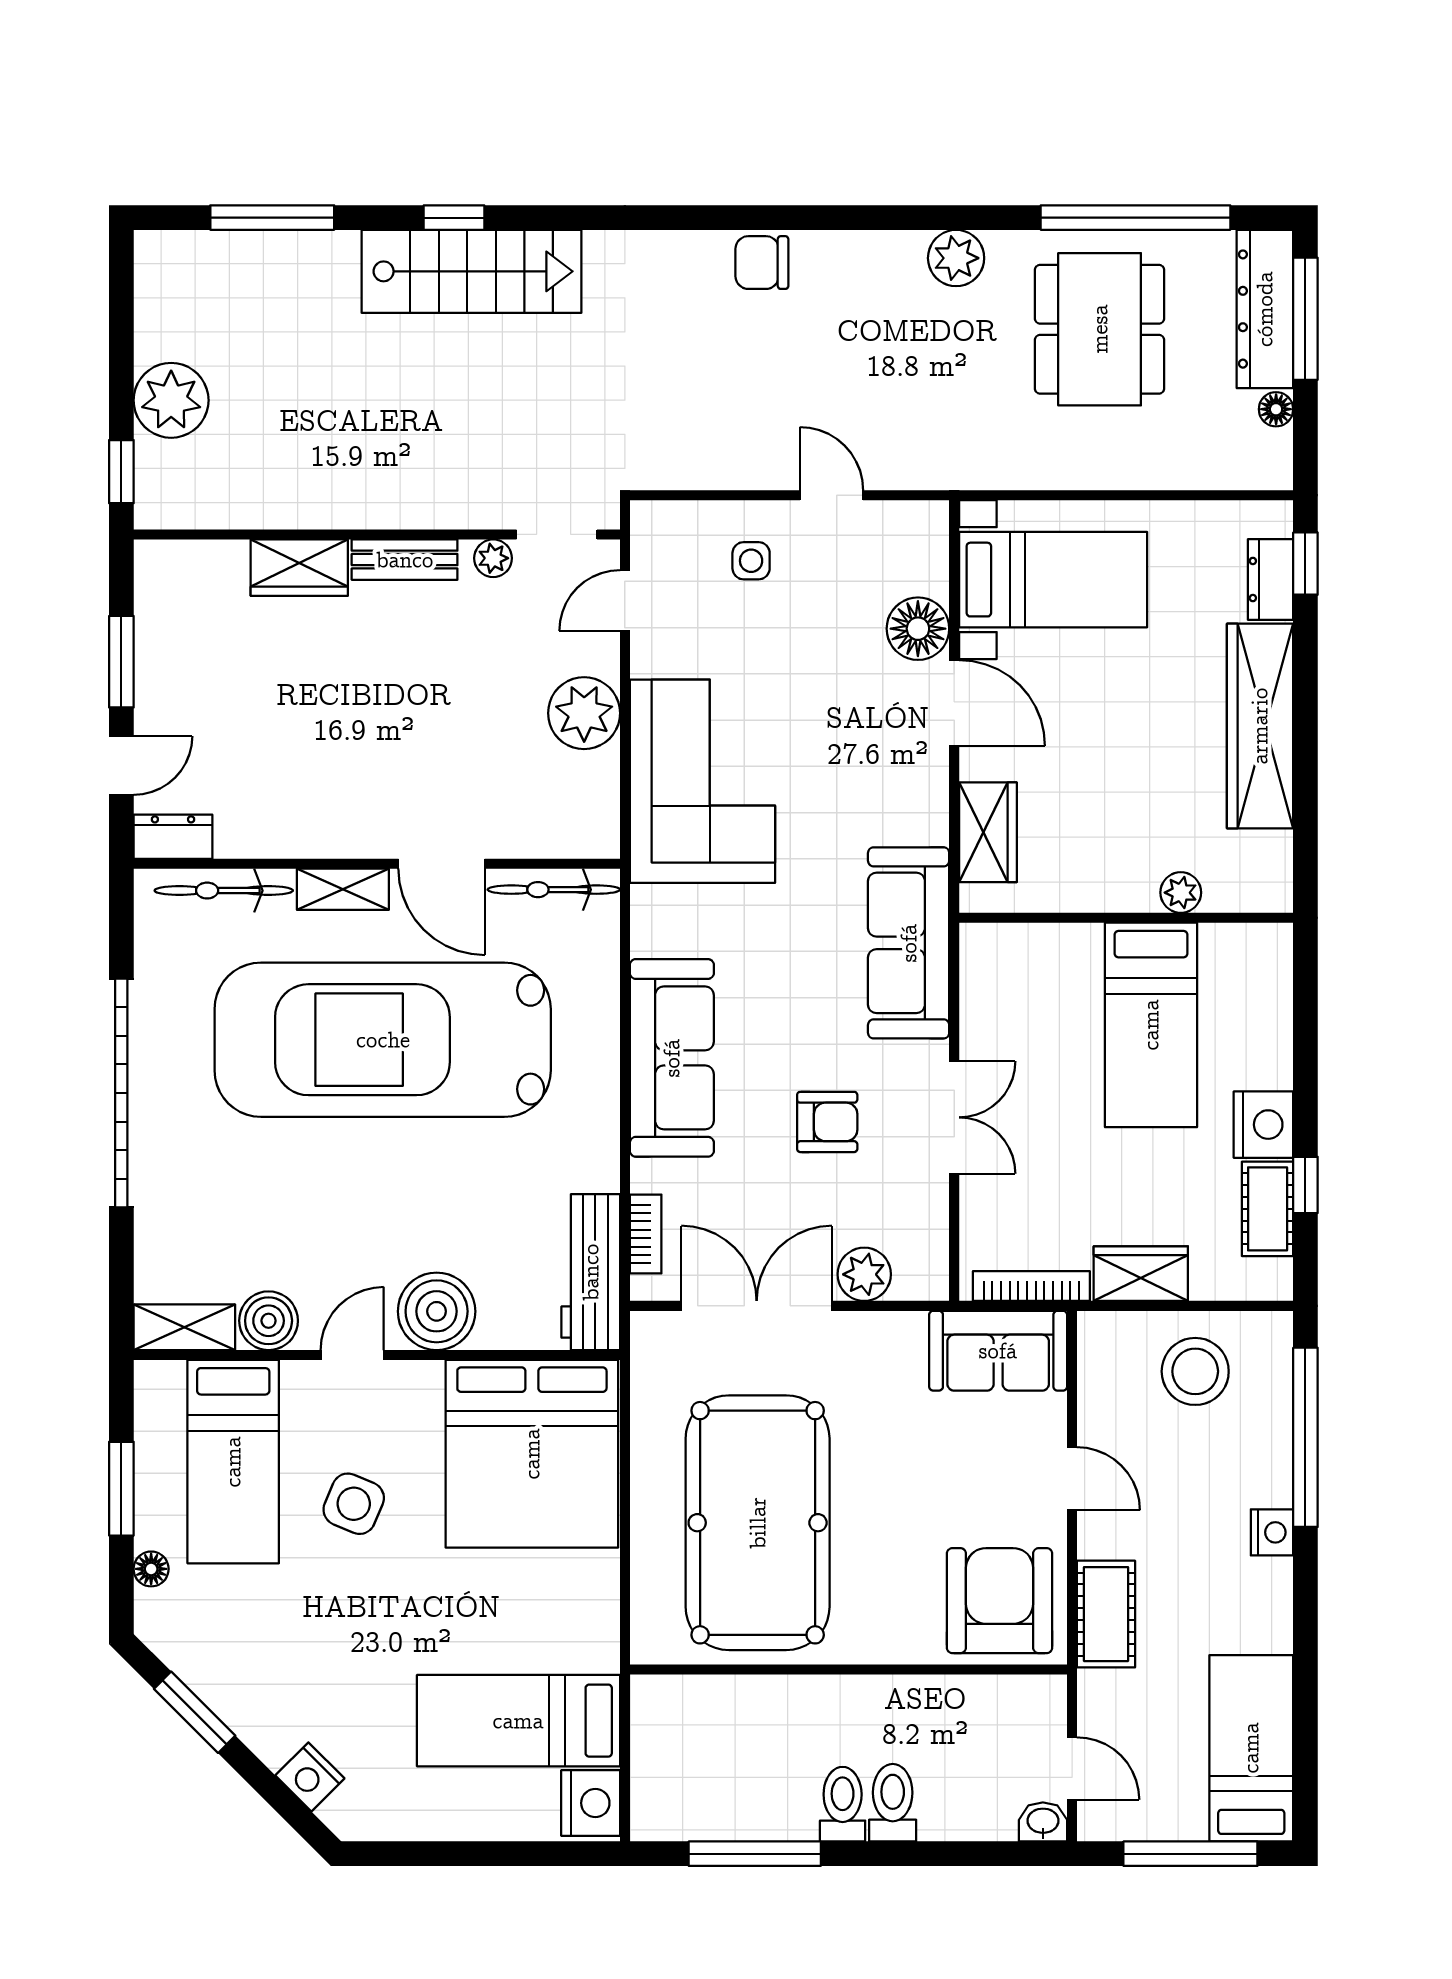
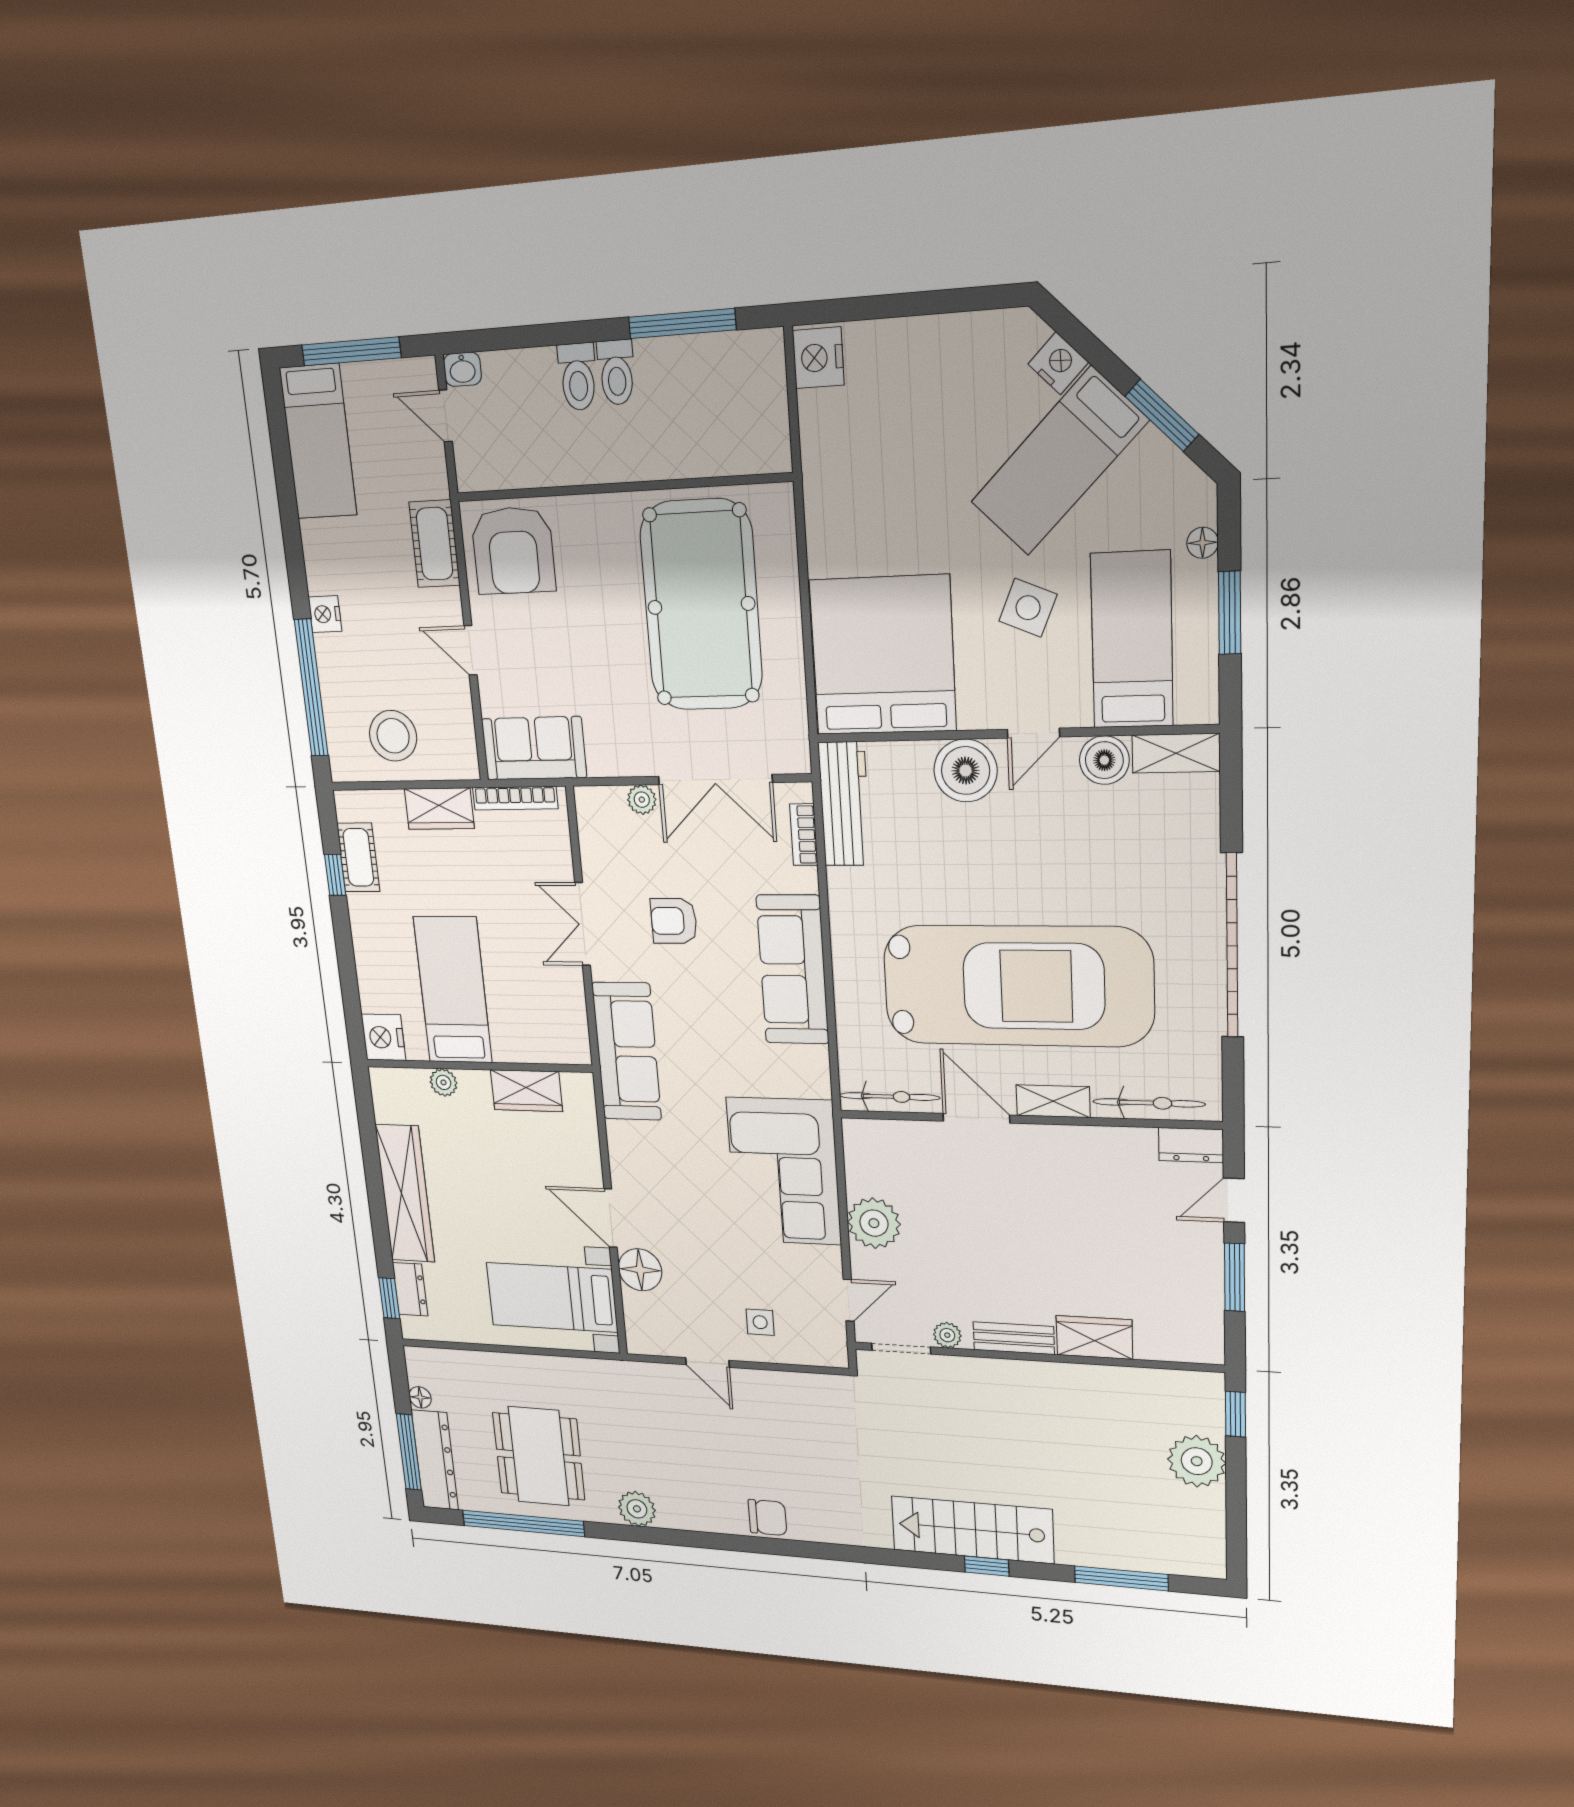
wardrobe: (988, 832) -> (526, 1091), moved, turned -90
nightstand: (1263, 1125) -> (383, 1037), moved
plant: (864, 1274) -> (642, 800), width x0.73, depth x0.73
bed: (518, 1721) -> (1059, 461), moved, turned 135

